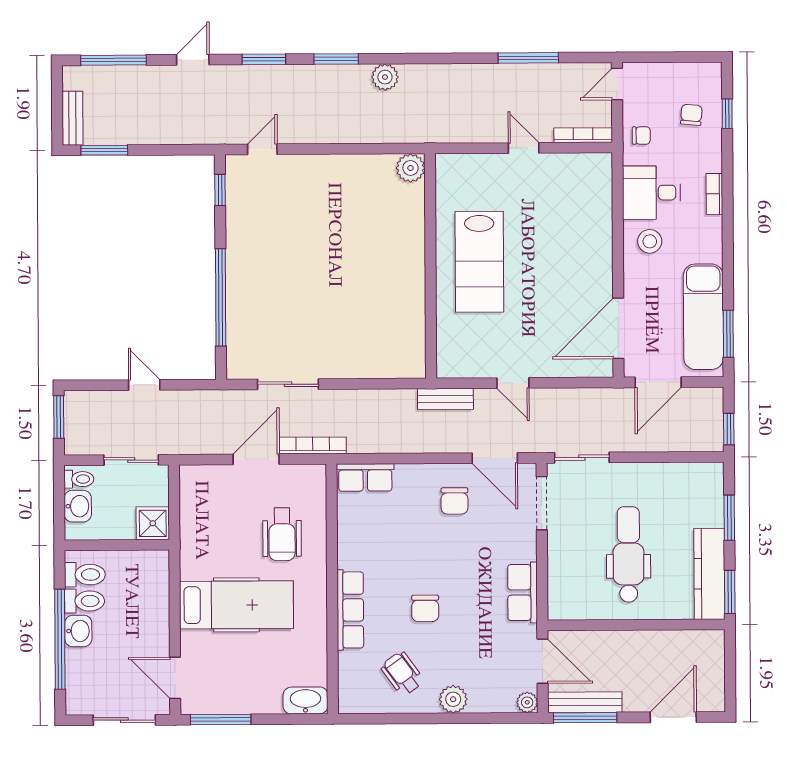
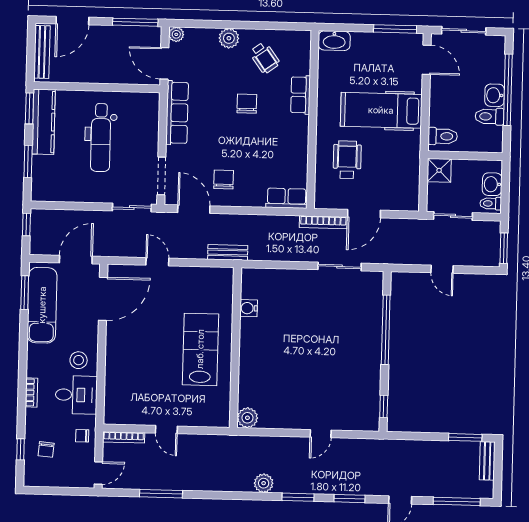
door: (262, 149) -> (321, 434), moved
water cooler: (414, 322) -> (249, 308), added
door: (513, 383) -> (157, 262), moved
toilet: (85, 575) -> (443, 136), moved, turned 180
row of seats: (523, 592) -> (177, 113), width x1.48
row of seats: (350, 610) -> (300, 95), width x0.68
bench: (585, 702) -> (42, 52), moved, turned 90

